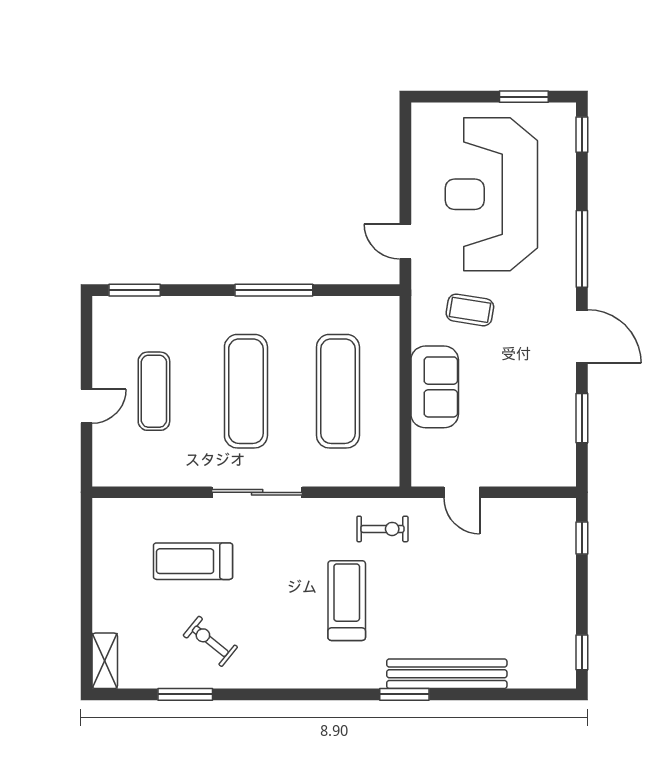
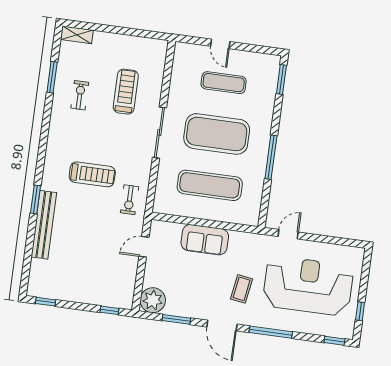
window: (524, 97) -> (360, 311), width x0.67
coffee table: (470, 310) -> (242, 289), moved
door: (582, 336) -> (222, 326), hinge flipped
exercise mat: (246, 391) -> (217, 134), width x1.47
plant: (554, 464) -> (153, 300), added
exercise bike: (210, 641) -> (80, 95), turned -39

